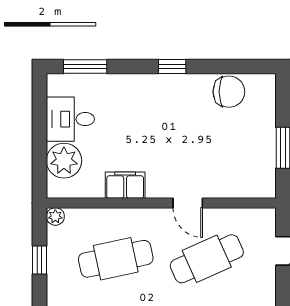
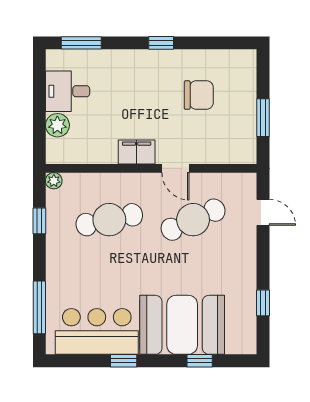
chair: (229, 92) -> (199, 95), moved
plant: (64, 161) -> (57, 125), width x0.73, depth x0.73
filing cabinet: (125, 185) -> (137, 152), moved

